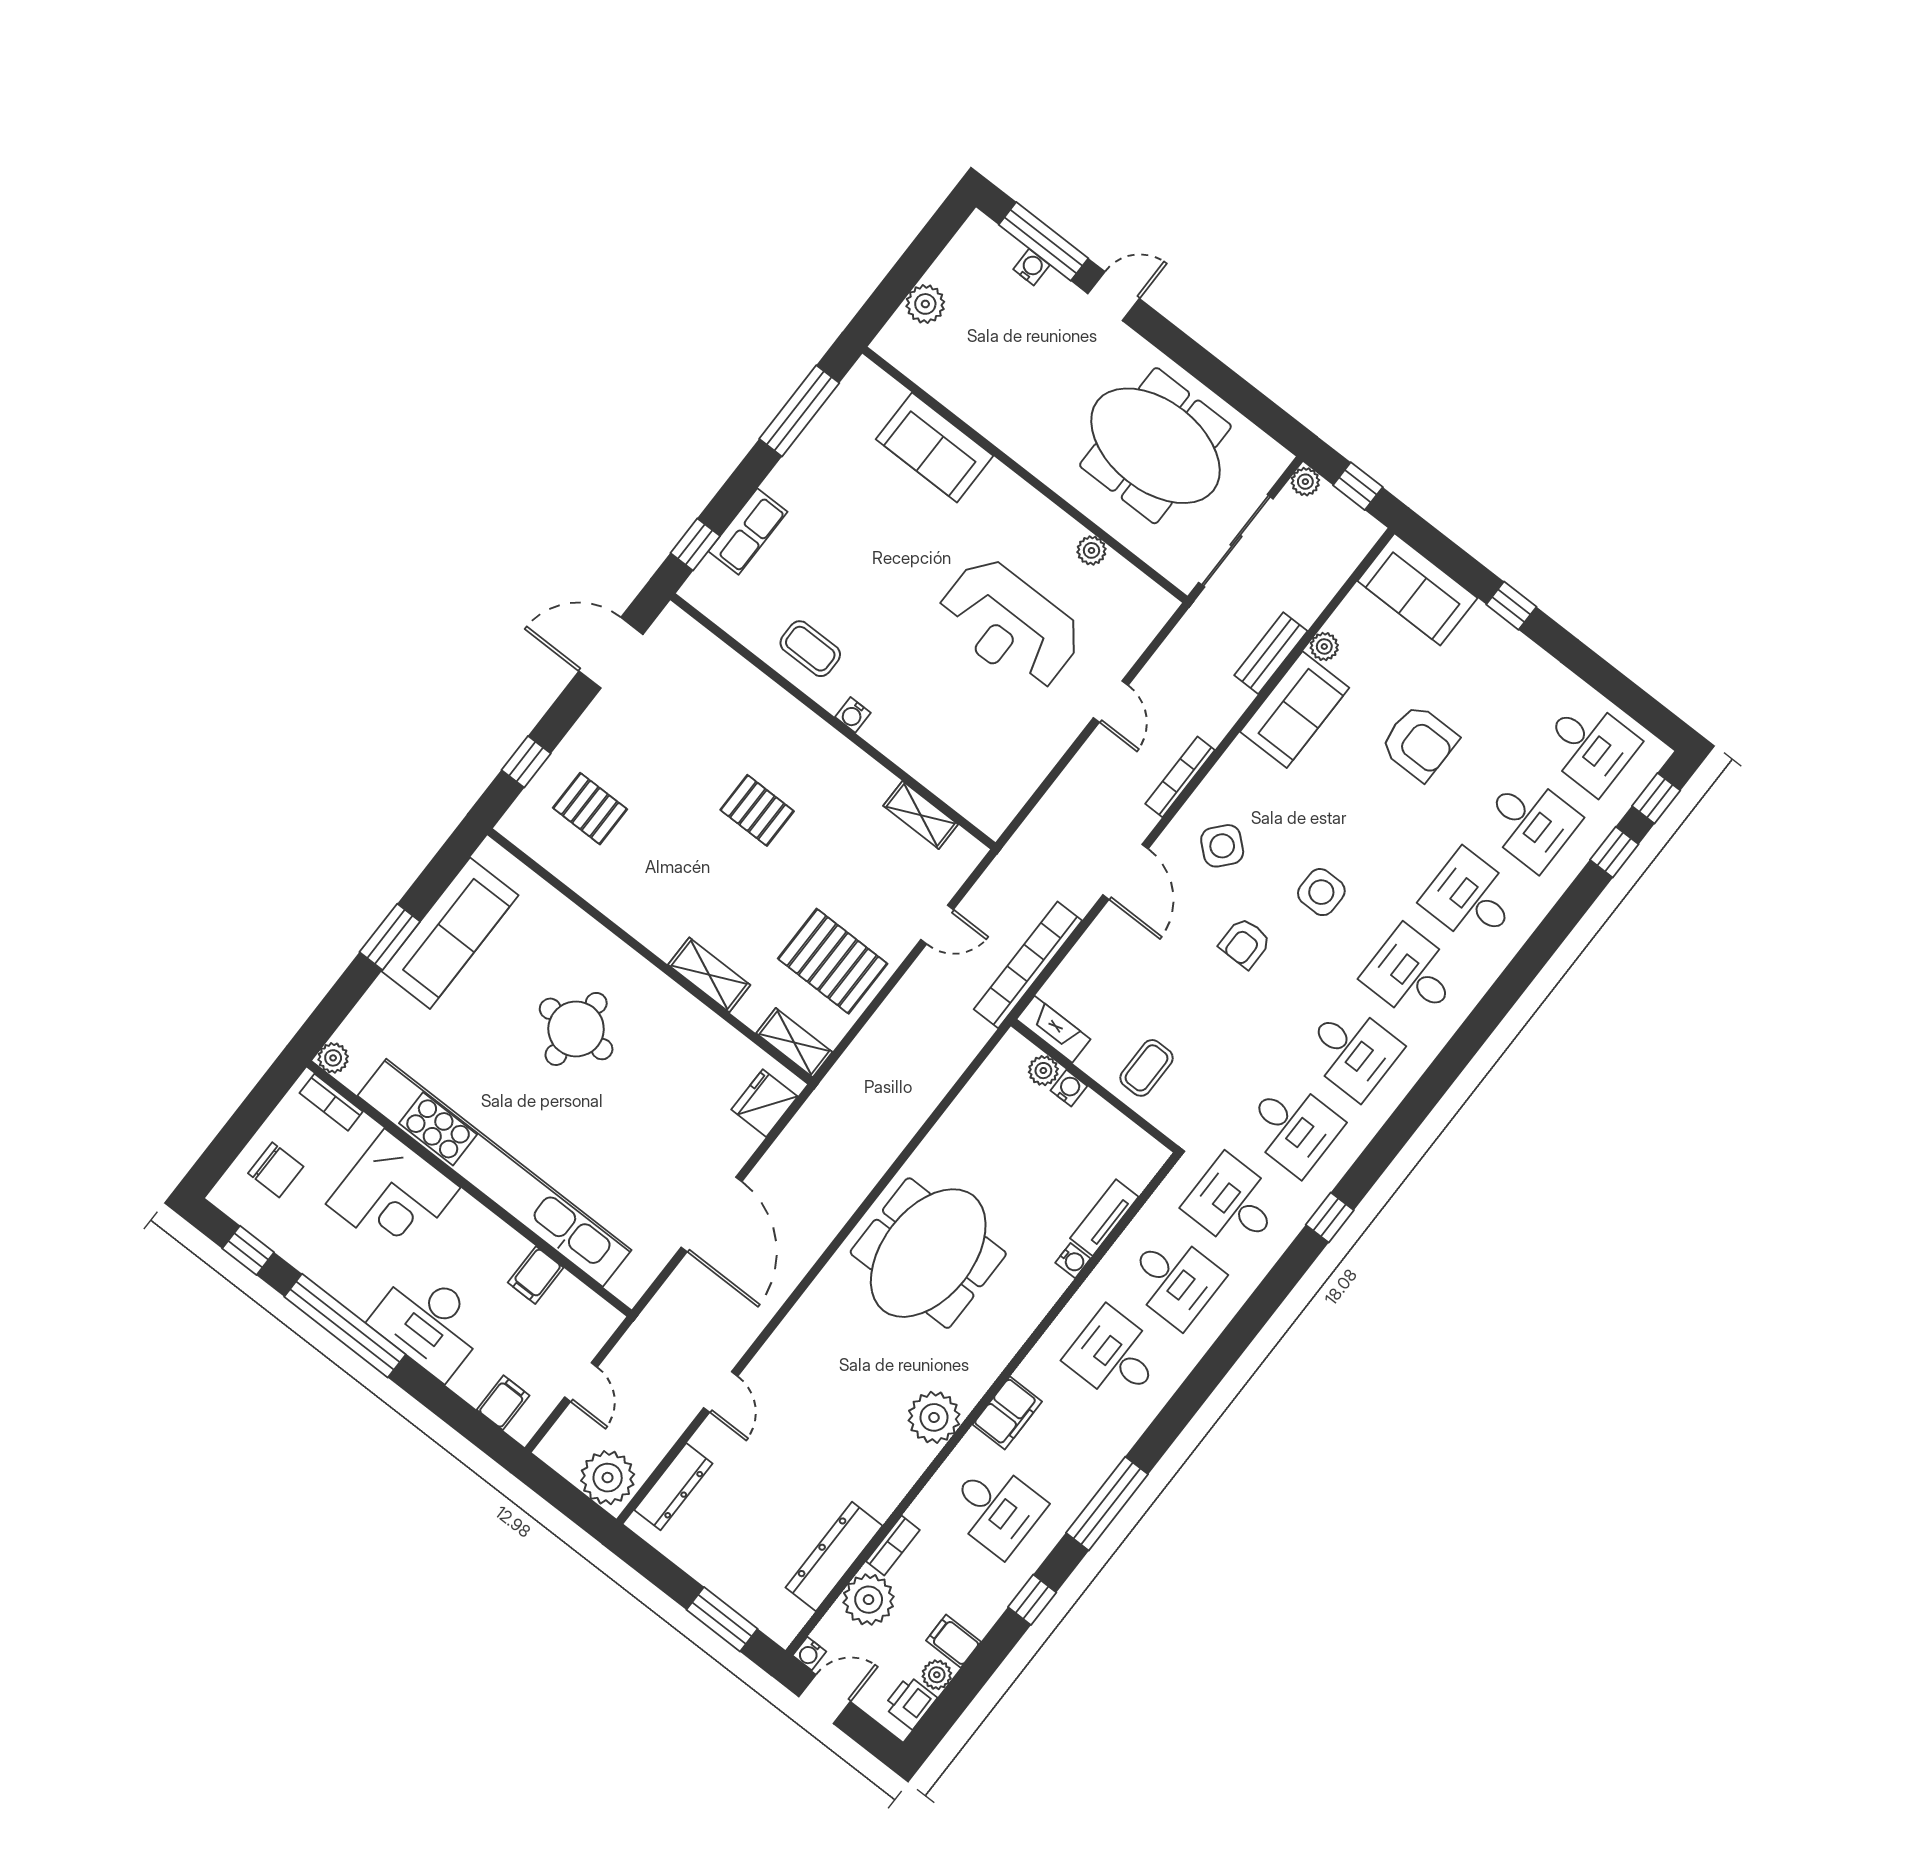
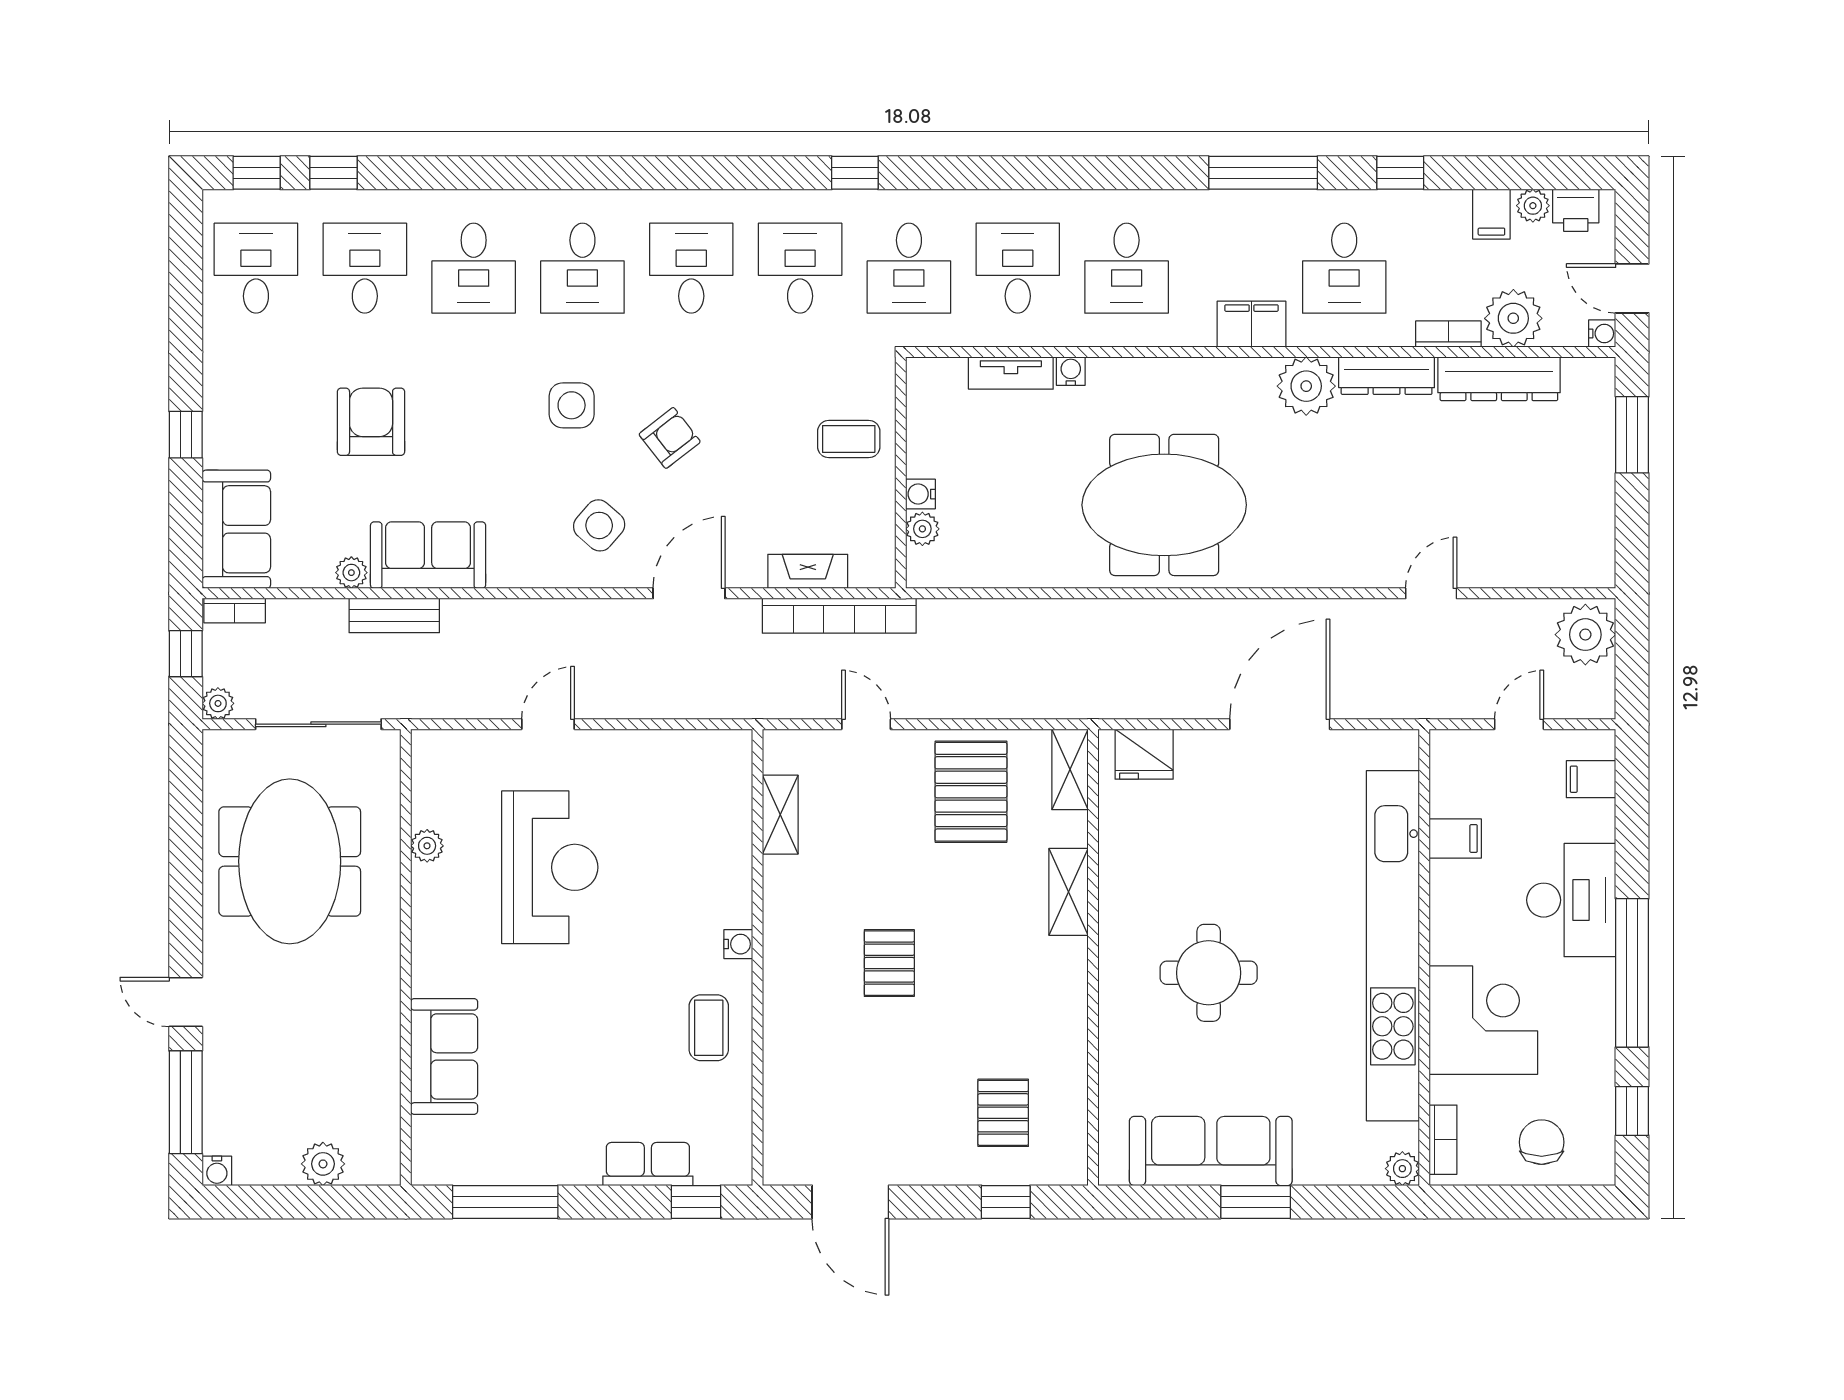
water cooler: (1031, 267) -> (217, 1171), moved, turned -90
bookcase: (1180, 777) -> (235, 611), moved, width x0.64
armchair: (1245, 943) -> (670, 438), turned -38
fireplace: (1053, 1029) -> (808, 571), moved, turned 90
dresser: (673, 1487) -> (1387, 376), moved, turned 180
desk: (996, 1508) -> (1344, 268), turned 180

